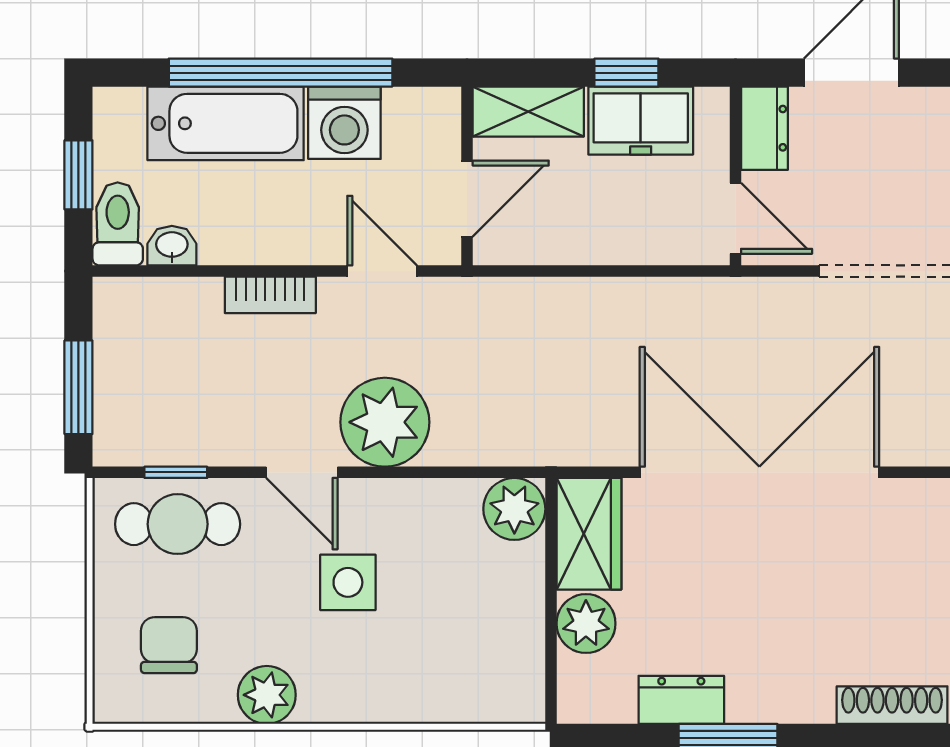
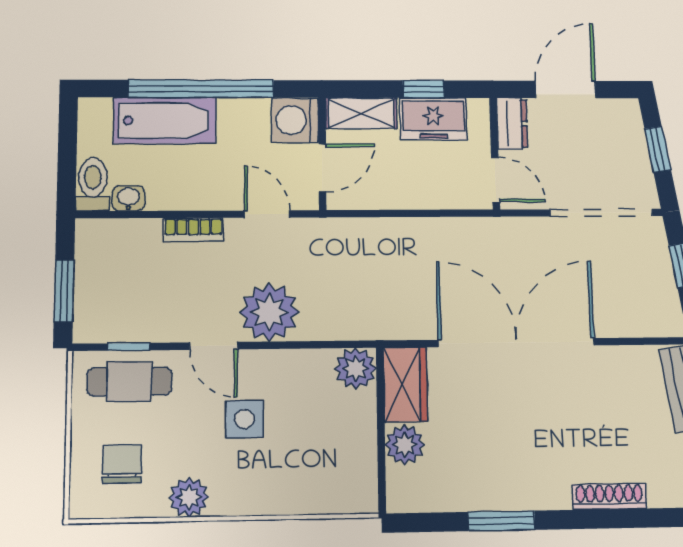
washing machine: (344, 123) -> (295, 120), moved, turned 90
window: (78, 175) -> (67, 153), removed
dresser: (681, 700) -> (469, 495), removed

